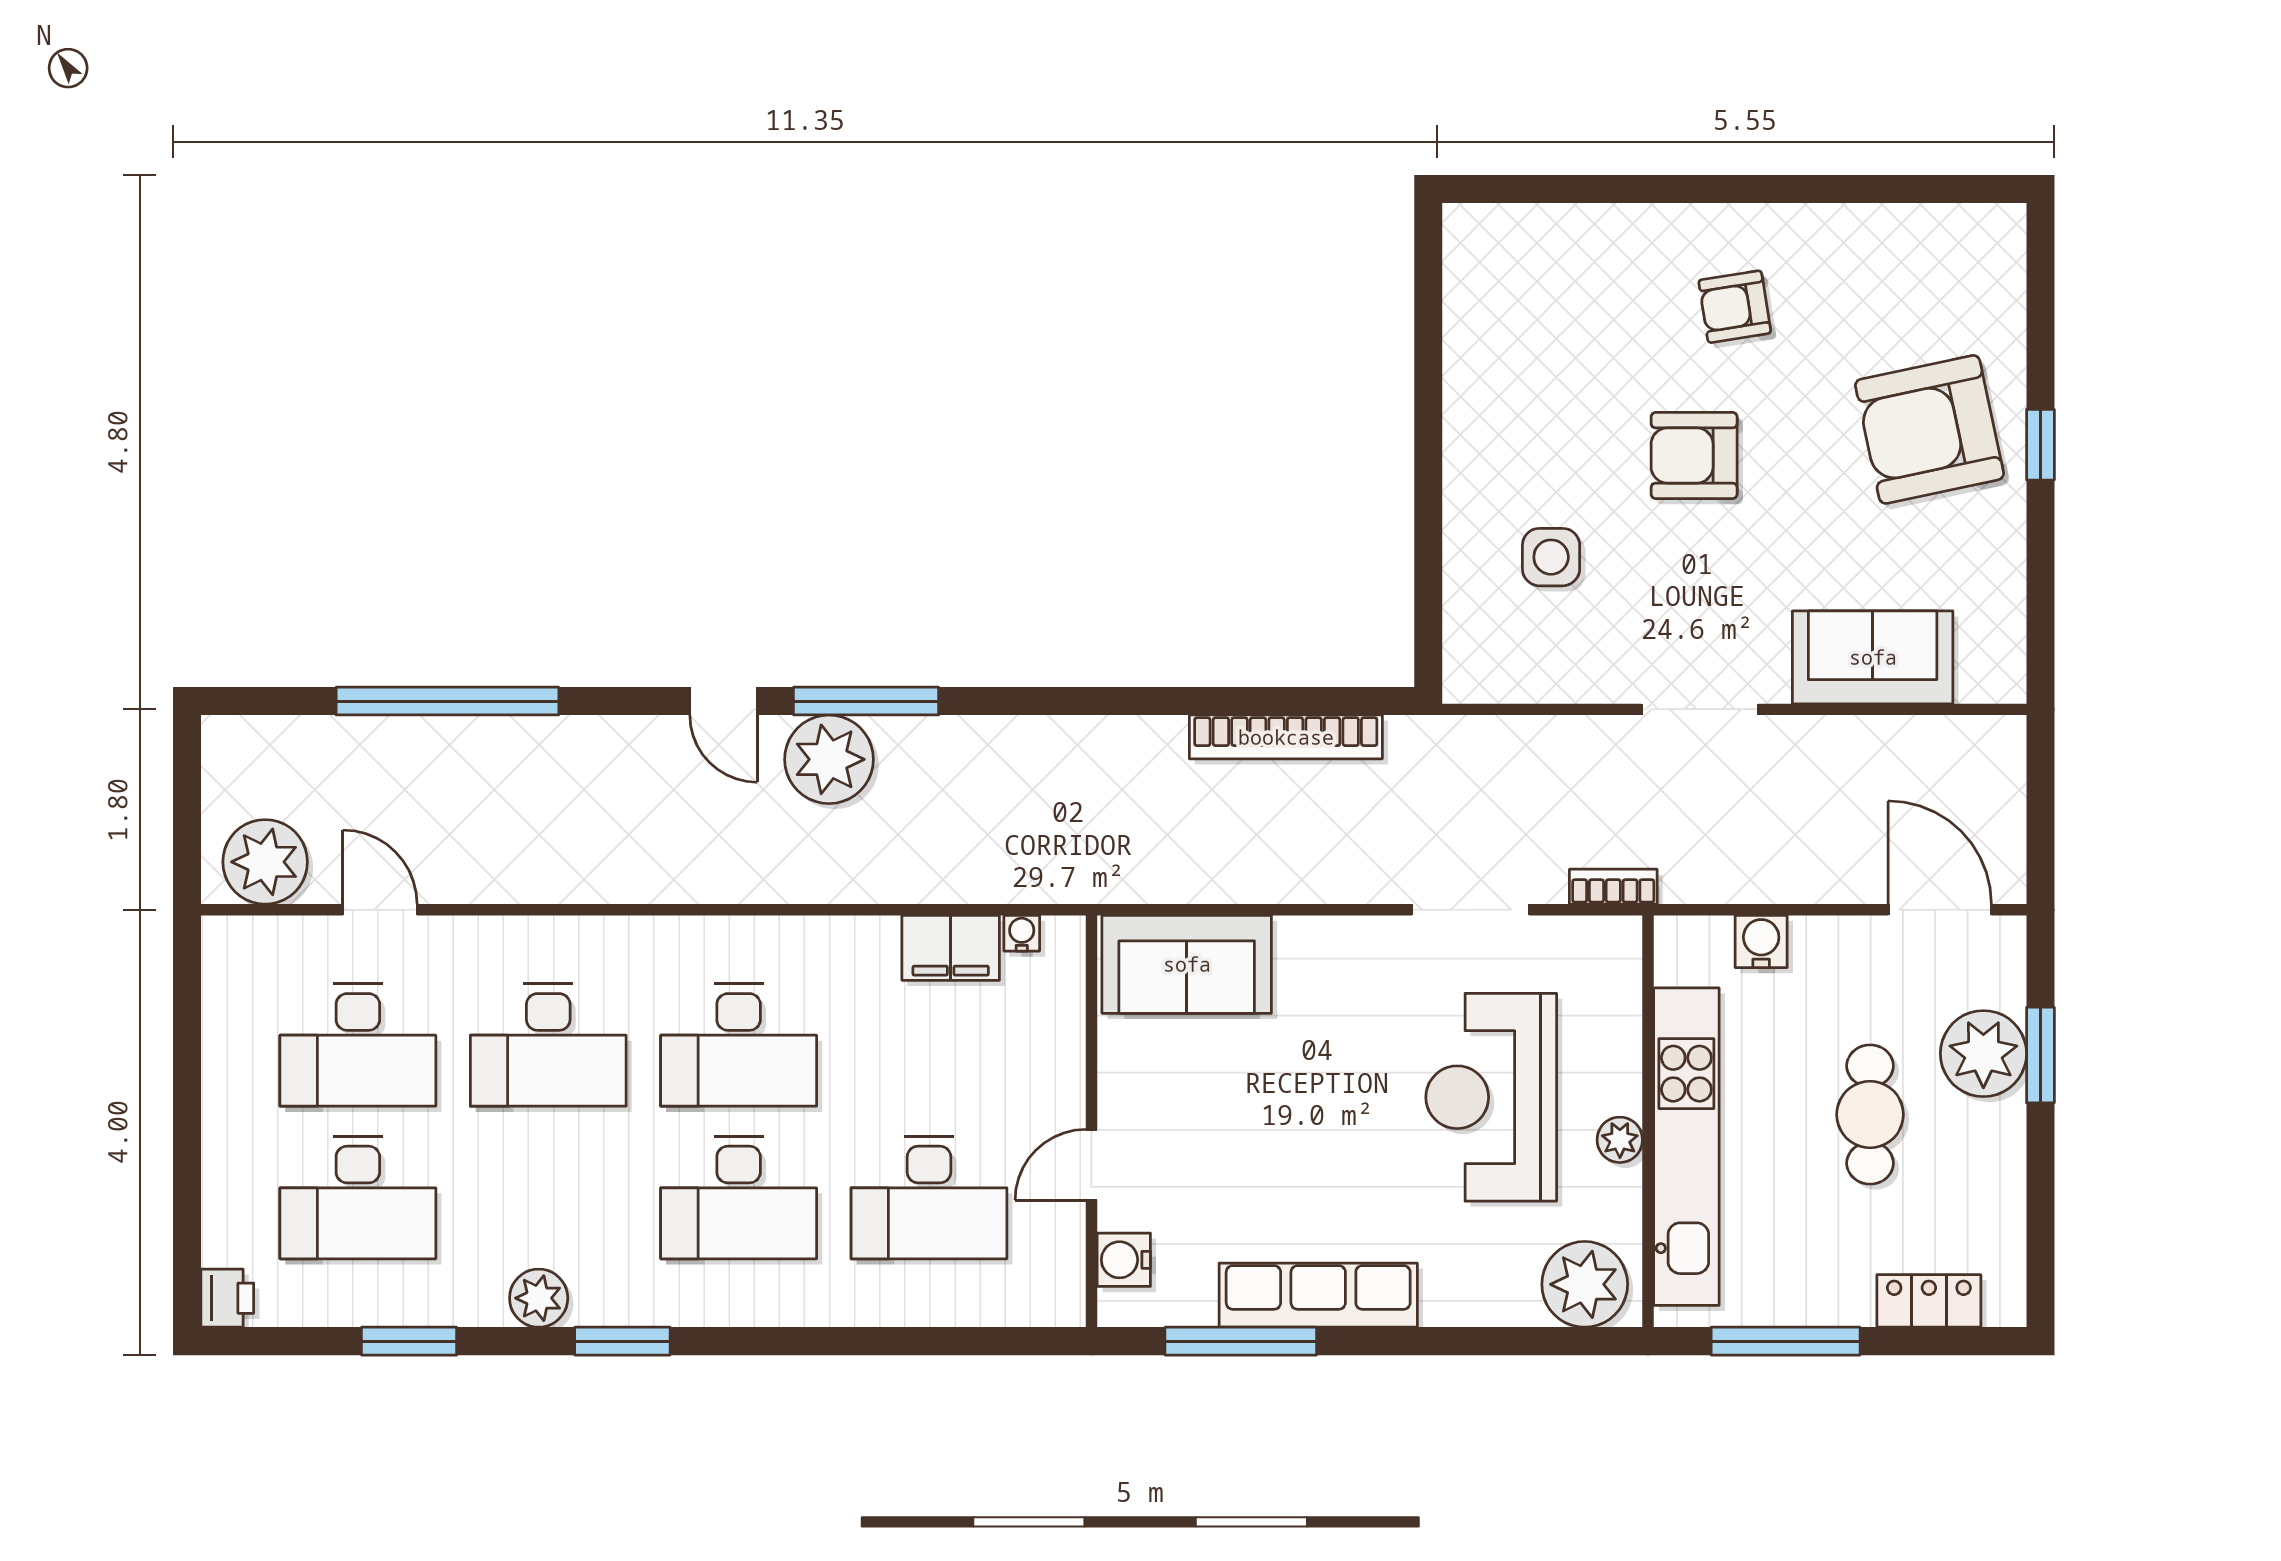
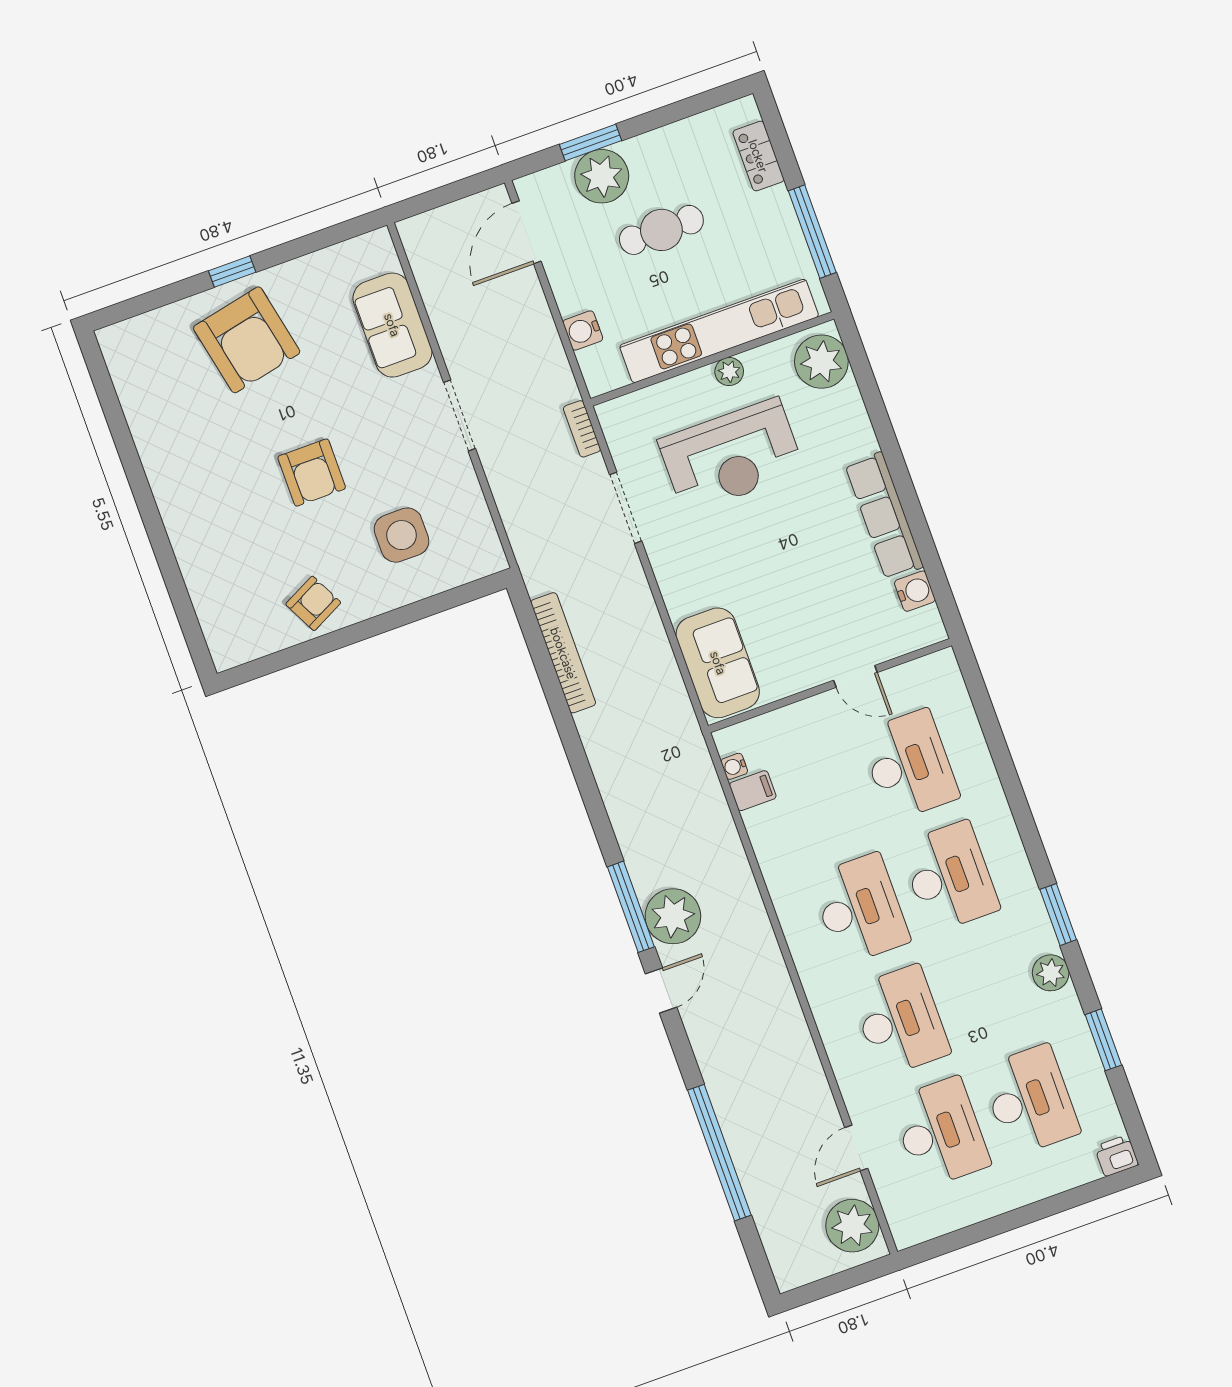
armchair: (1735, 307) -> (313, 603), moved, turned -108
side table: (1551, 557) -> (402, 535), width x1.37, depth x1.37
filing cabinet: (951, 948) -> (753, 791), width x0.50
water cooler: (1124, 1260) -> (915, 591), moved, turned -90
window: (1241, 1341) -> (927, 552), removed

